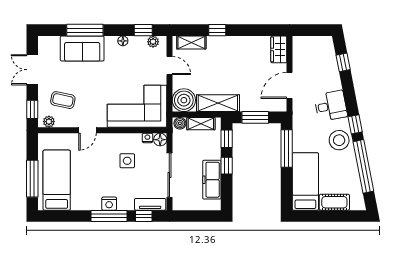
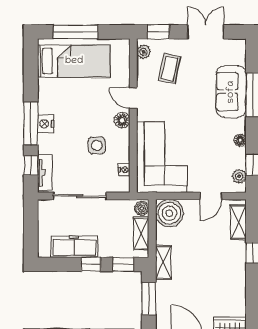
shelving: (218, 103) -> (163, 263), width x0.67, depth x0.75
floor lamp: (160, 140) -> (122, 120), moved

